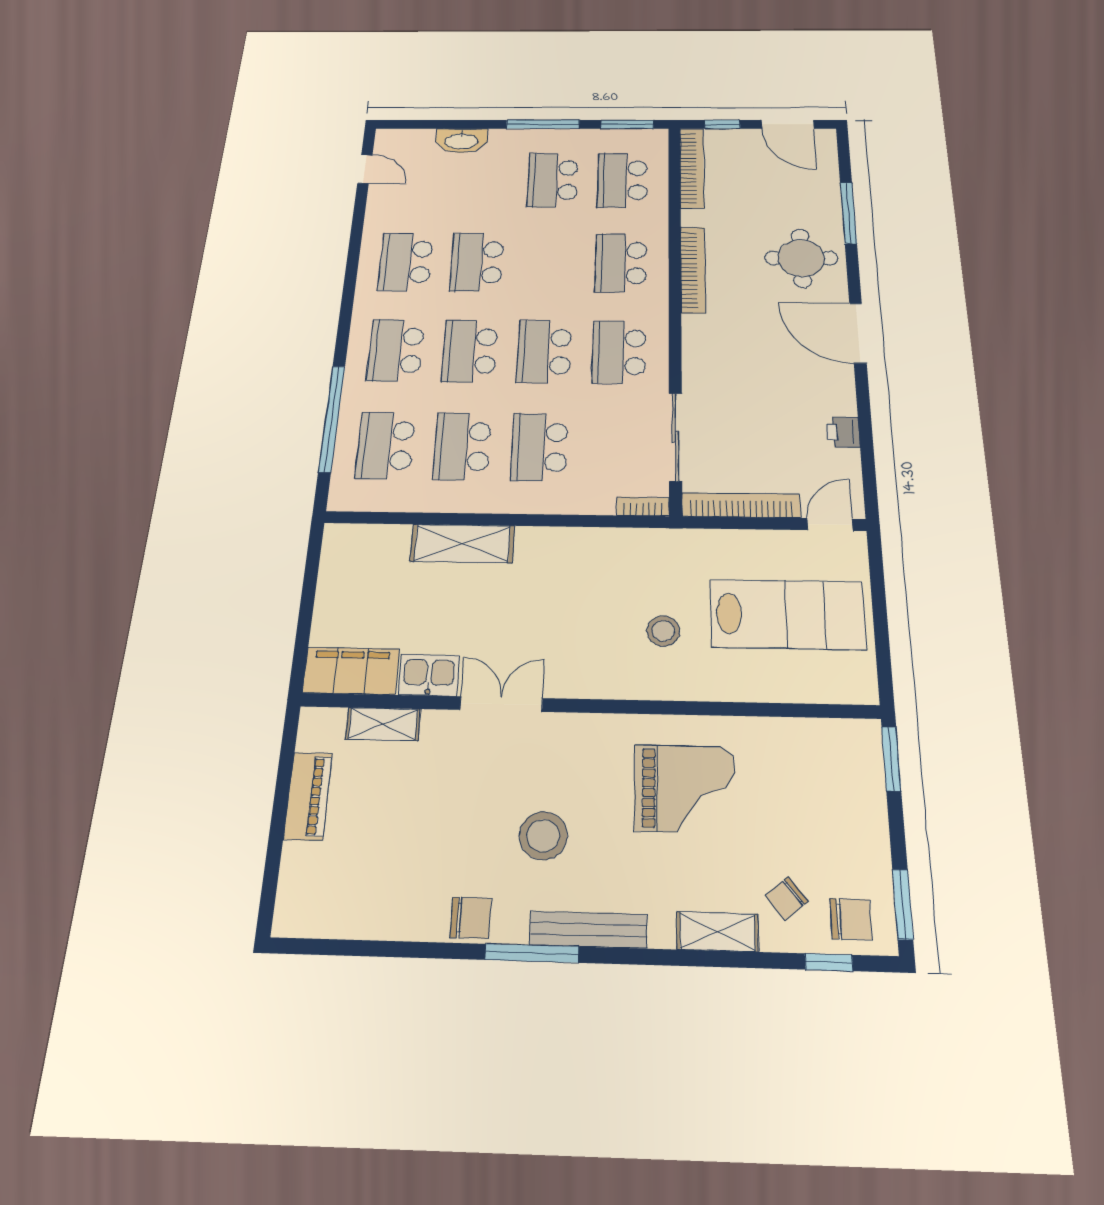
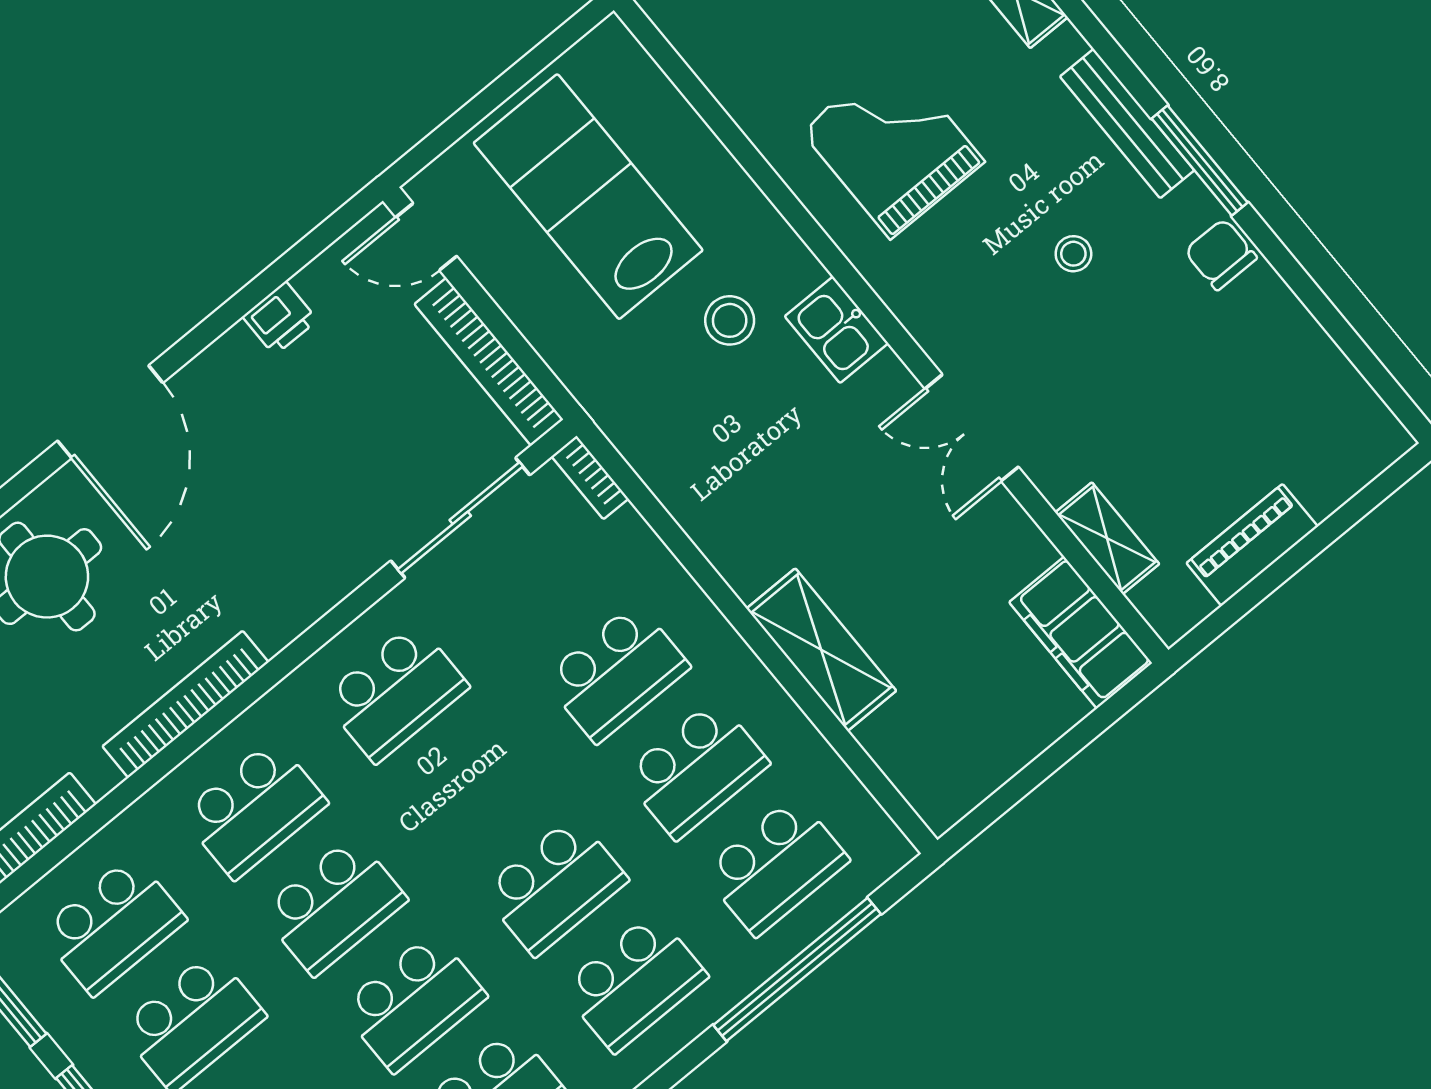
school desk: (544, 351) -> (334, 906), moved
kitchen sink: (429, 675) -> (837, 330), moved
stool: (543, 836) -> (1073, 254), width x0.53, depth x0.53

